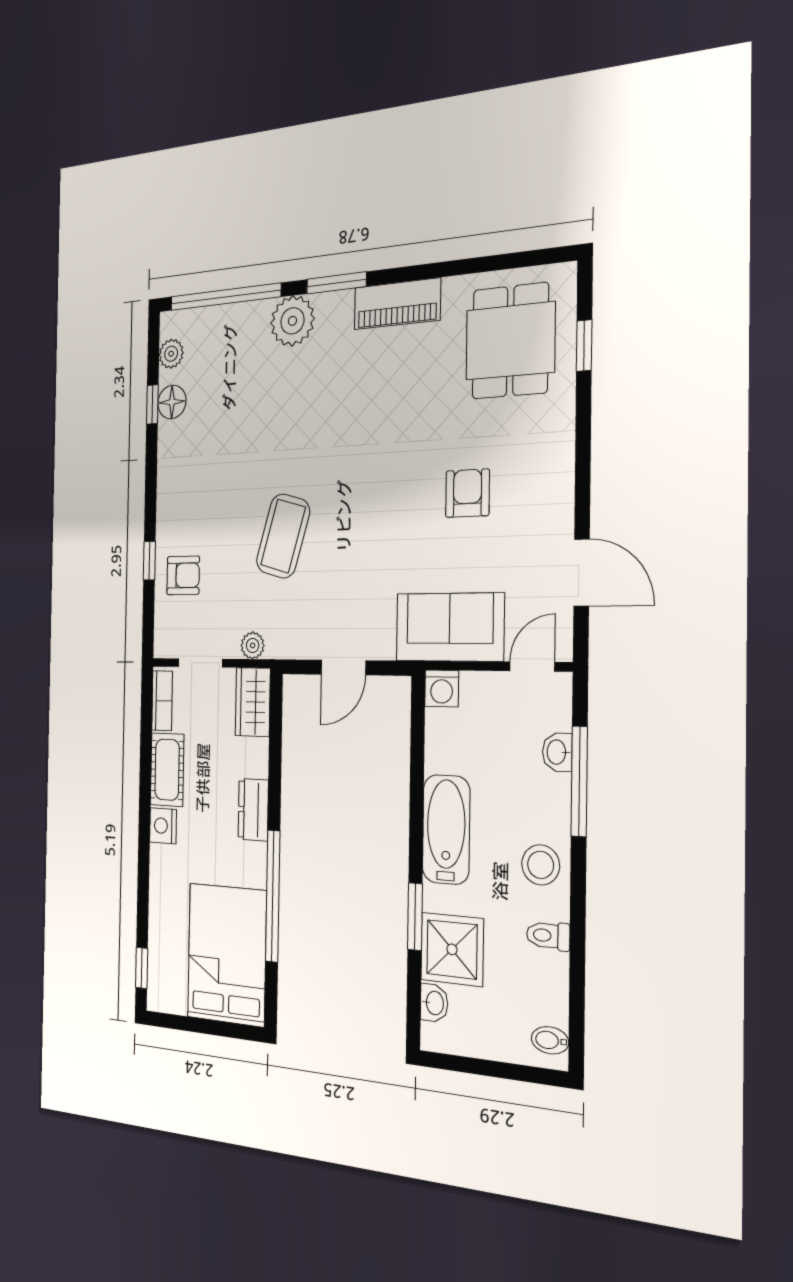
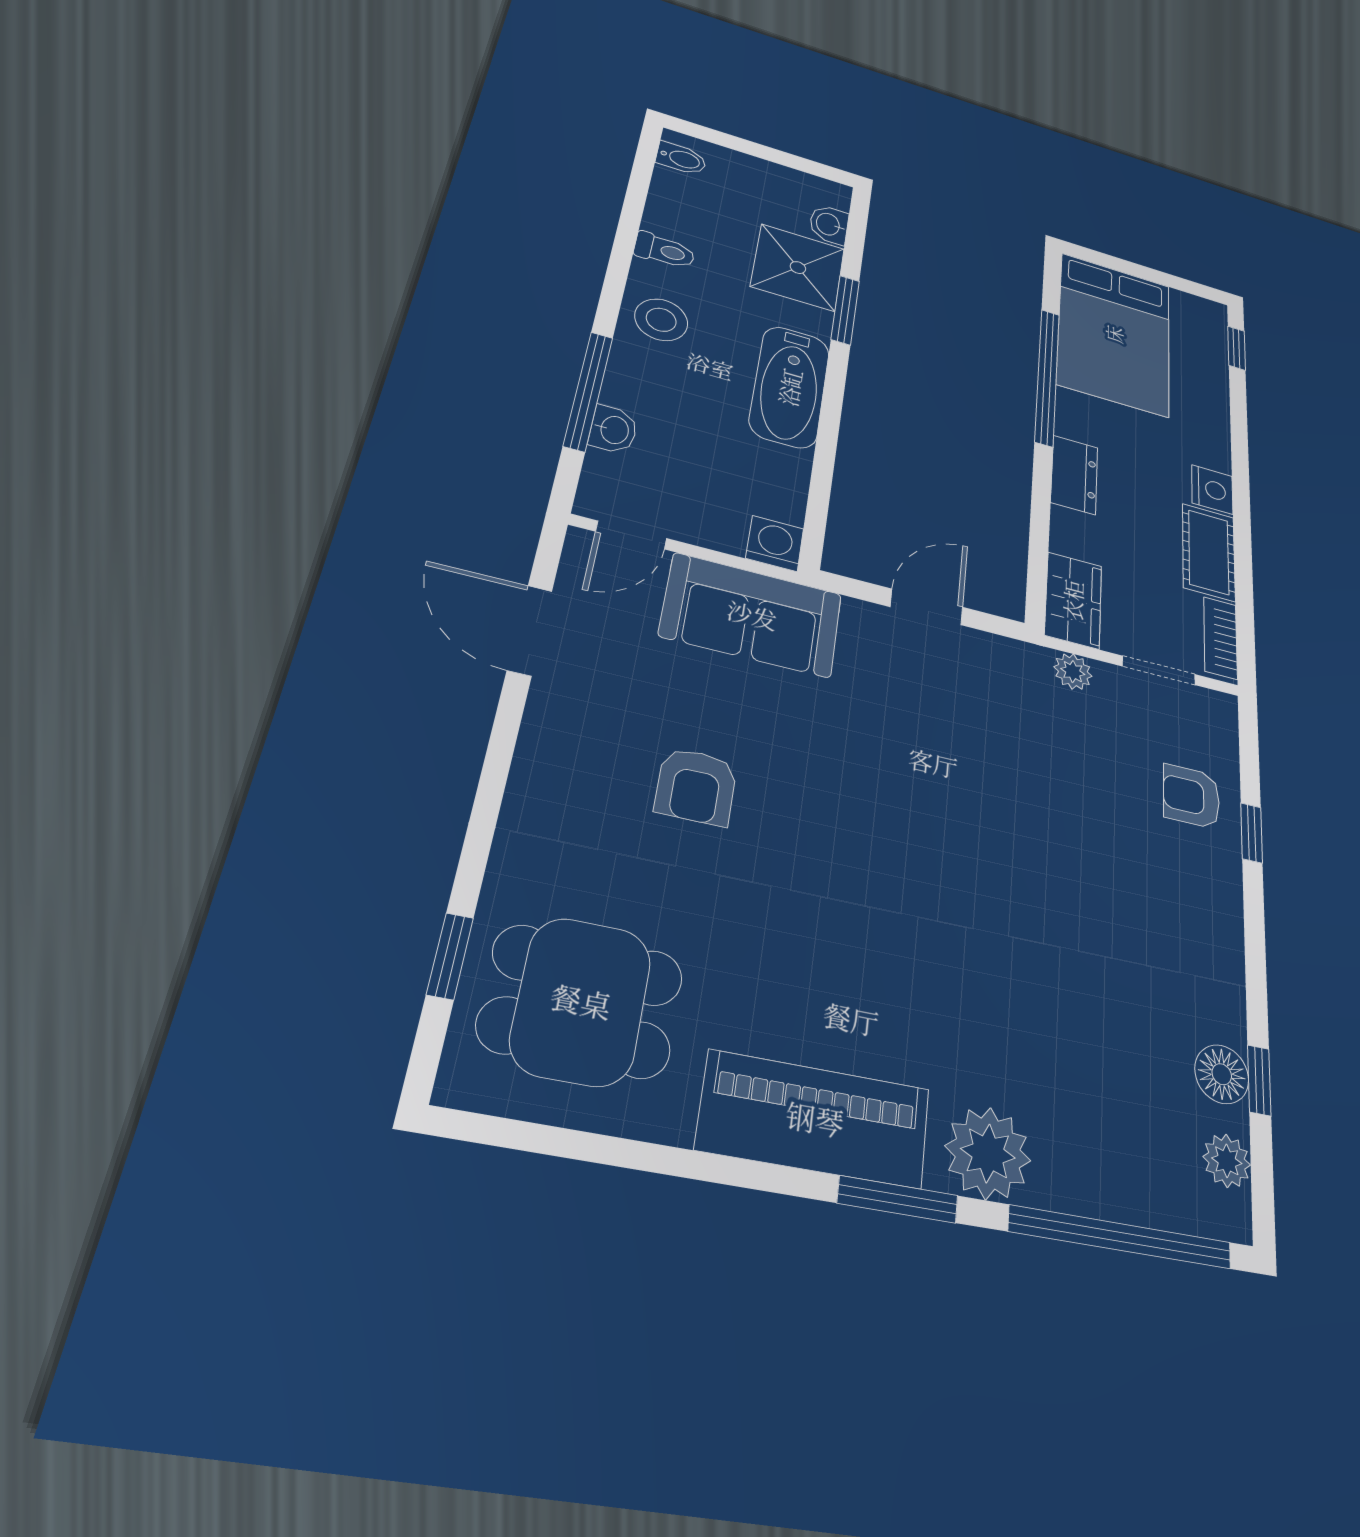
piano: (397, 304) -> (815, 1119), width x1.37, depth x1.33
dining table: (510, 341) -> (581, 1001), turned 90
coffee table: (283, 536) -> (1018, 808), removed

